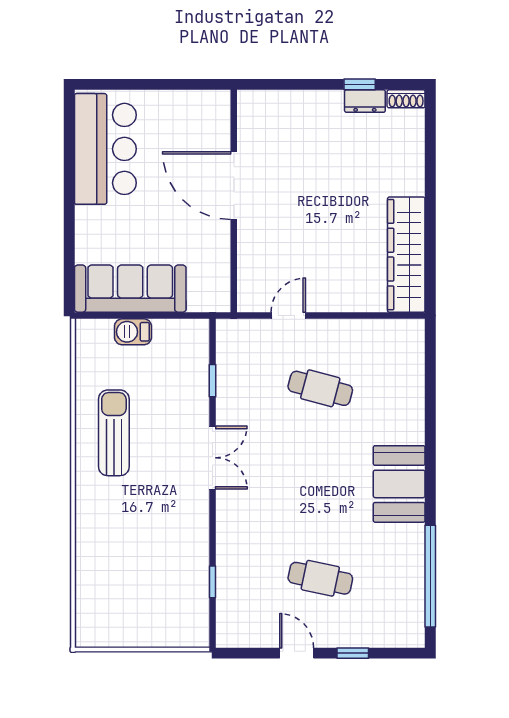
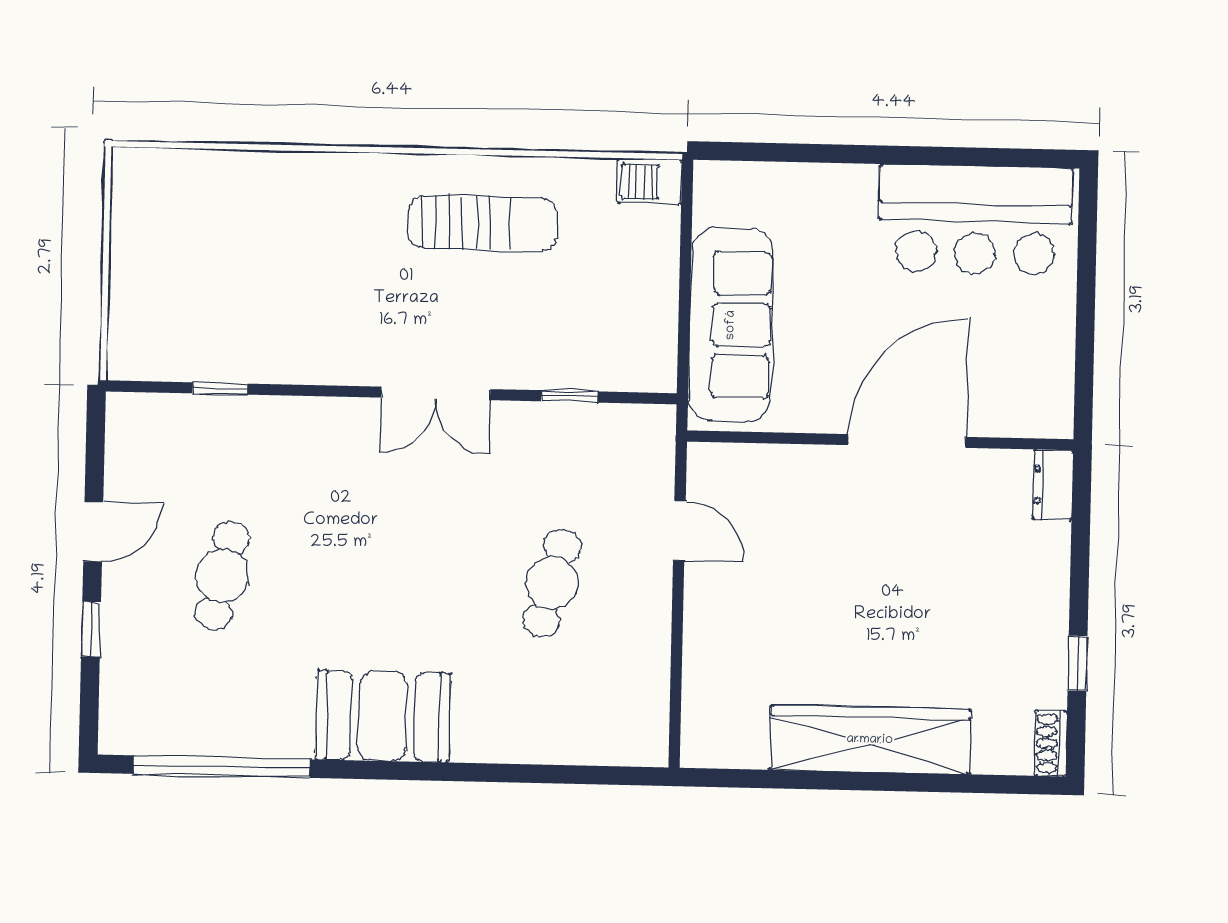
dresser: (365, 101) -> (1053, 485), moved
wardrobe: (406, 255) -> (870, 740), moved
sofa: (130, 289) -> (731, 325), moved
barbecue: (133, 332) -> (650, 181), moved, turned -90

